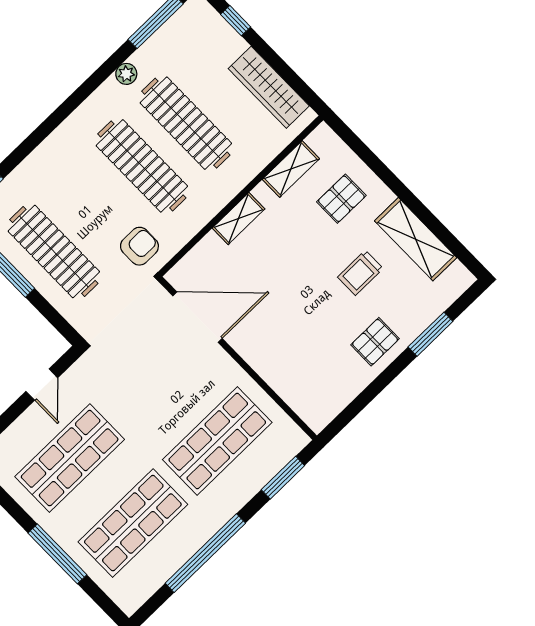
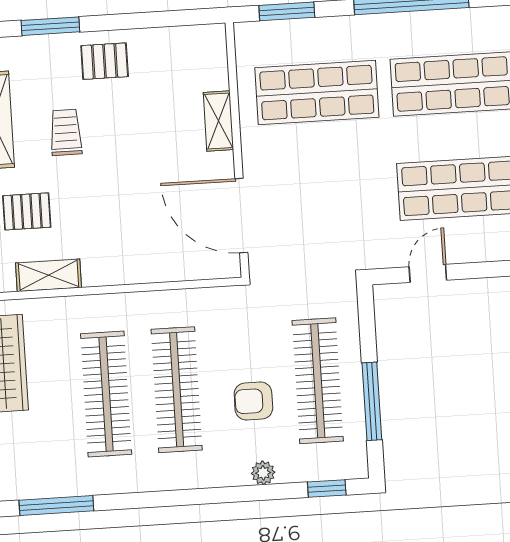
plant: (126, 74) -> (263, 473), moved
shelving: (239, 219) -> (218, 121), moved, turned 90
armchair: (139, 246) -> (253, 401), moved
trolley: (360, 273) -> (66, 132), turned -90

